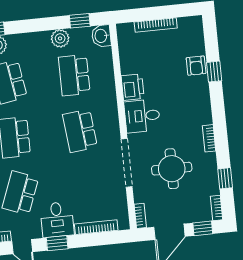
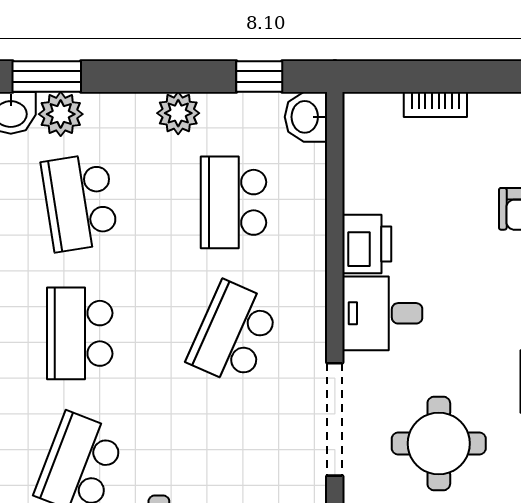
bookcase: (156, 25) -> (435, 104), width x0.64
plant: (60, 38) -> (178, 113), moved
school desk: (80, 131) -> (233, 333), turned 30

